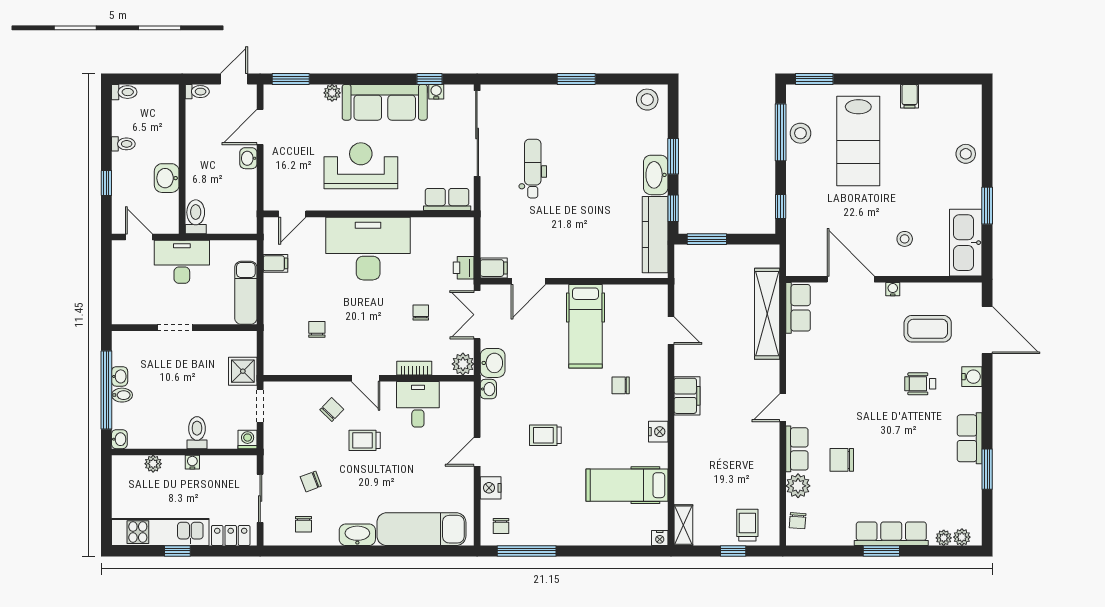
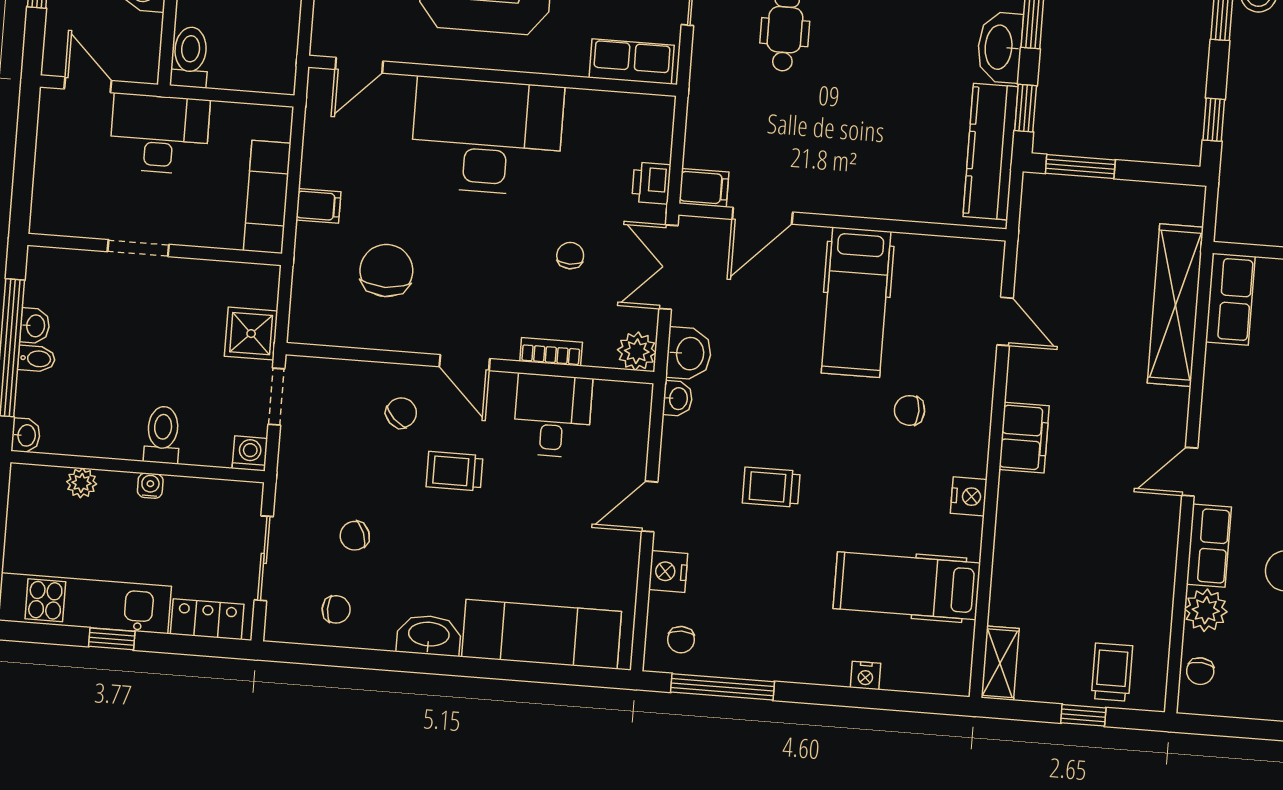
filing cabinet: (275, 263) -> (318, 206), moved
chair: (317, 329) -> (386, 271), width x1.87, depth x1.87
chair: (304, 524) -> (336, 609), turned -90
nightstand: (660, 538) -> (866, 675), moved

